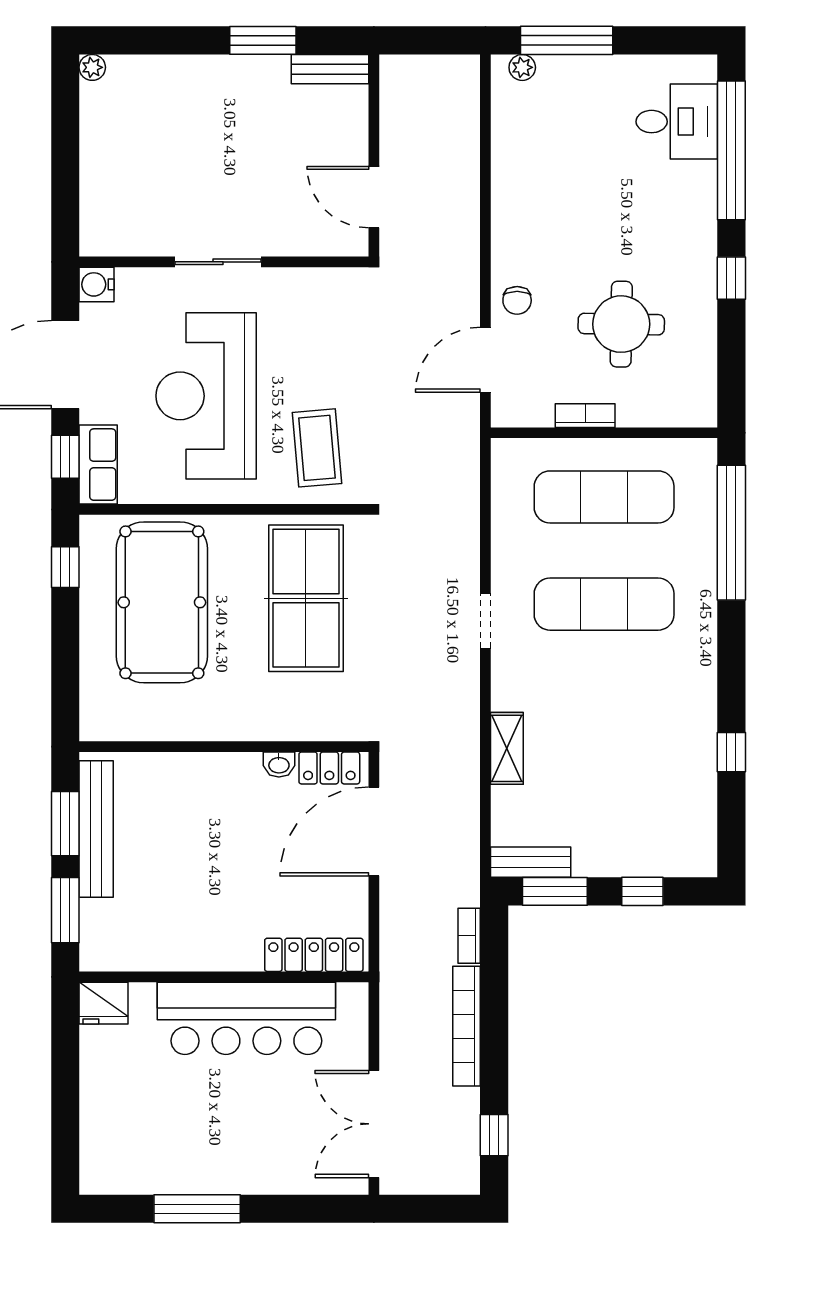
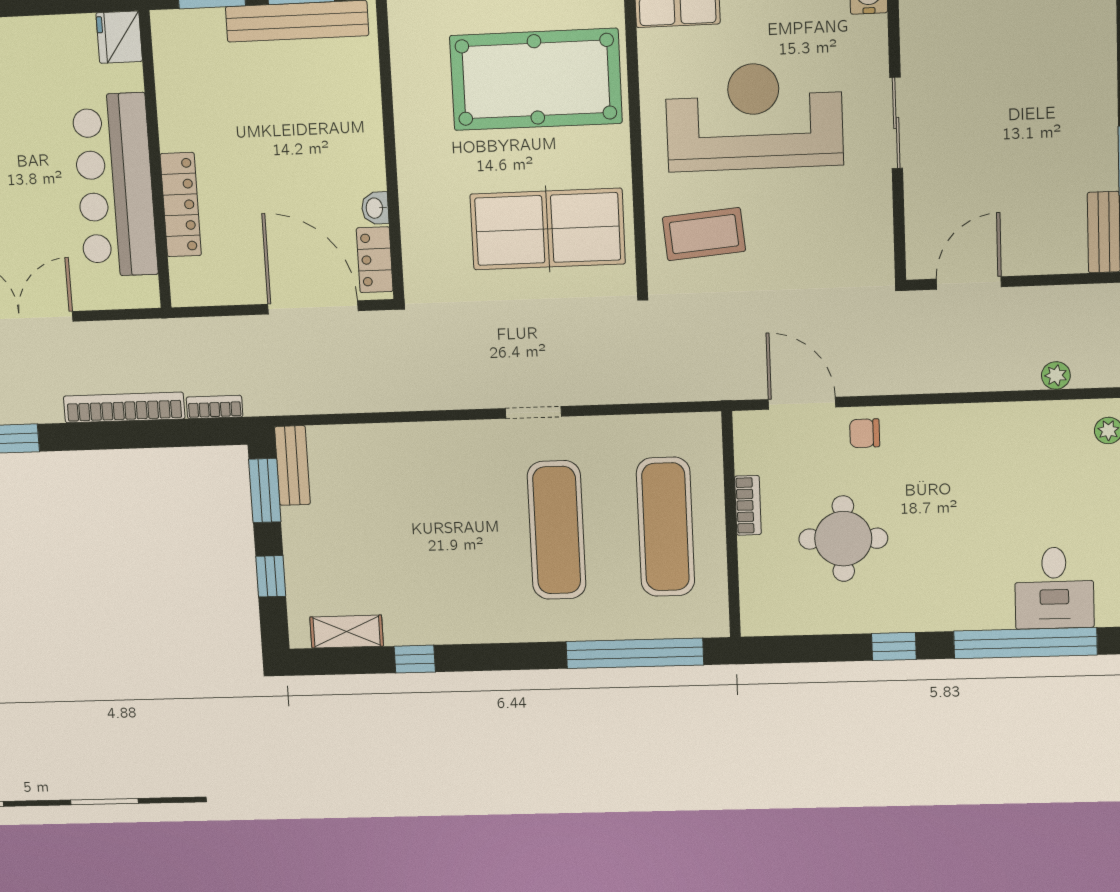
plant: (467, 116) -> (1056, 375), added
shelving: (507, 748) -> (347, 632), moved
locker: (314, 955) -> (181, 205), moved

